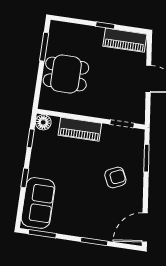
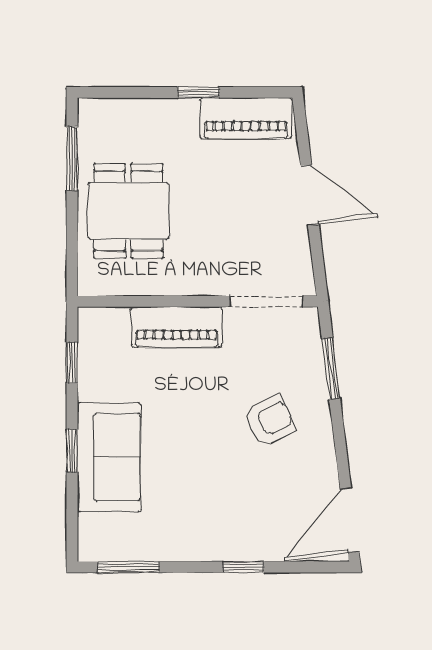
dining table: (66, 74) -> (128, 211), turned 90
floor lamp: (43, 122) -> (94, 324), removed
doorway: (122, 124) -> (267, 301), width x1.38
sofa: (38, 203) -> (109, 457), moved
window: (94, 241) -> (244, 567), width x0.67

